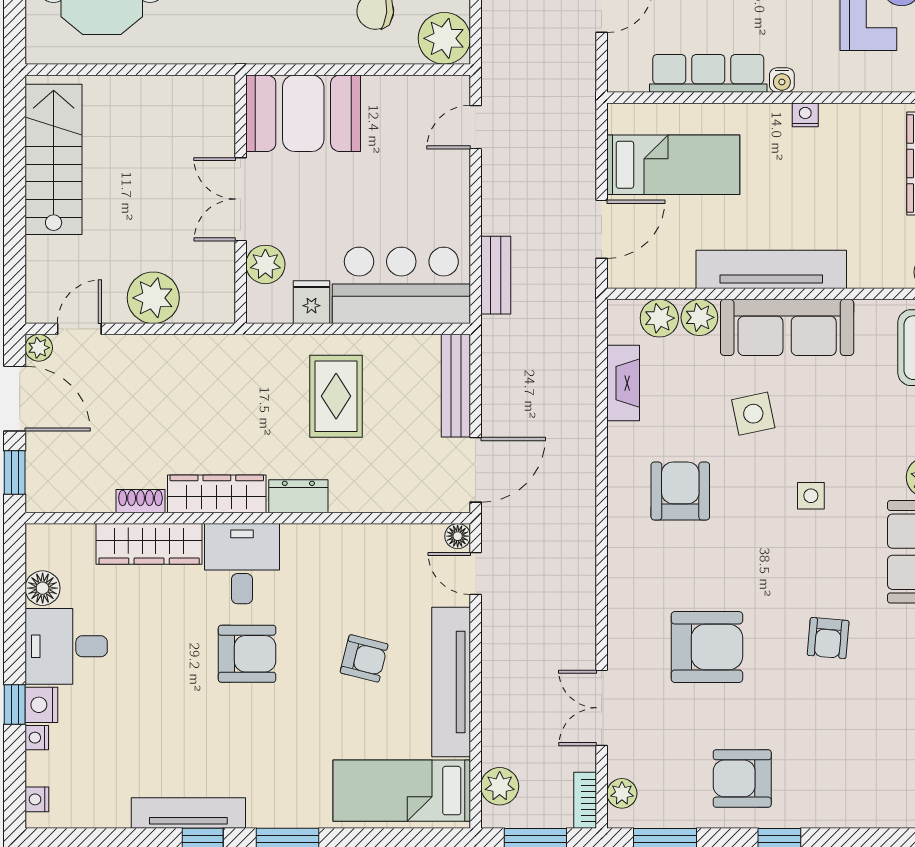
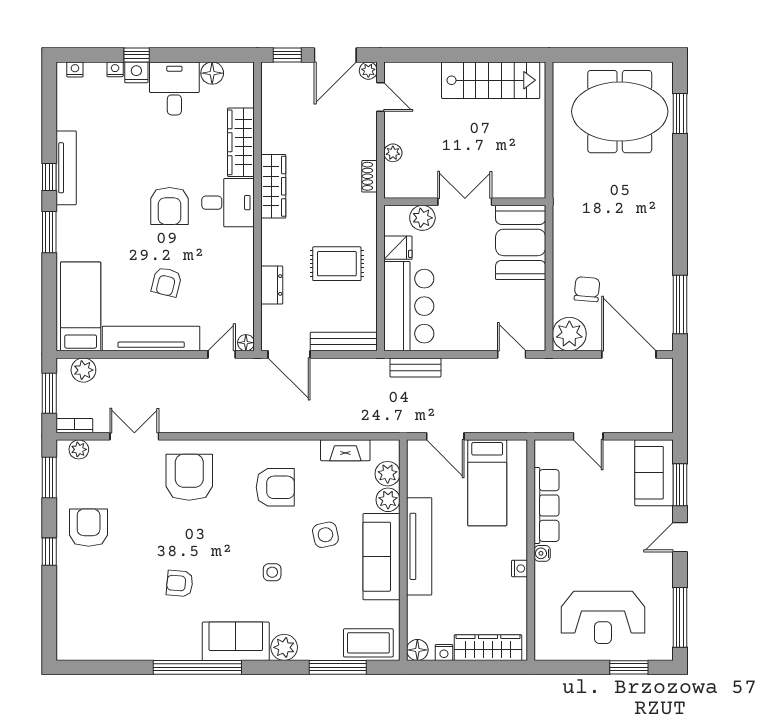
plant: (153, 298) -> (393, 153), width x0.53, depth x0.53
dresser: (298, 496) -> (272, 285), moved
shoe rack: (140, 501) -> (369, 176), moved, turned 180
armchair: (707, 647) -> (189, 477), moved, turned 180

